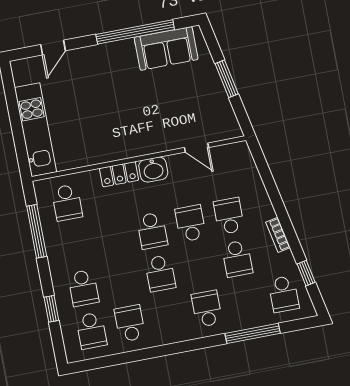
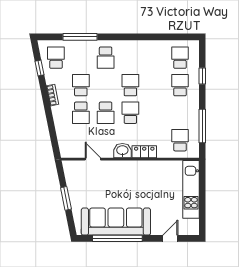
sofa: (166, 48) -> (116, 222), width x1.85, depth x1.27
school desk: (130, 323) -> (155, 58), removed

